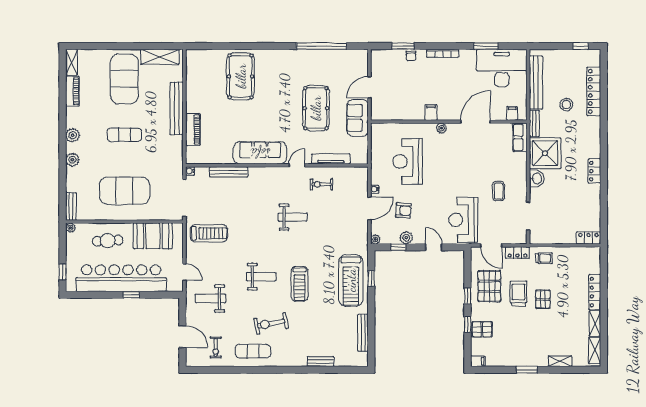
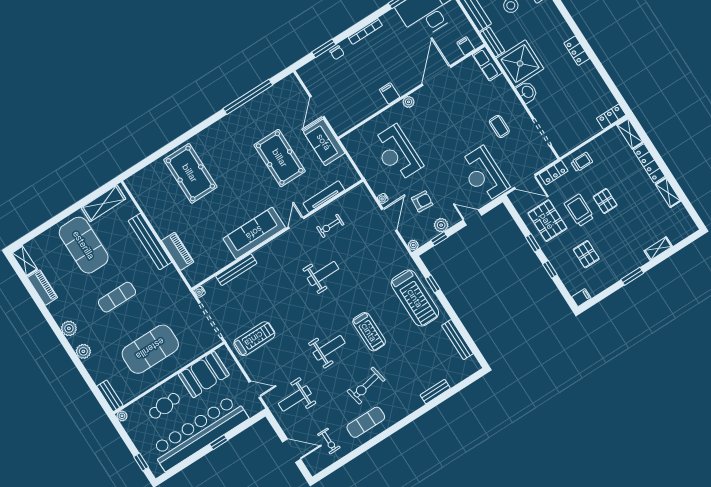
pallet: (482, 329) -> (586, 254), moved, turned 90
shelving: (595, 350) -> (630, 134), moved

